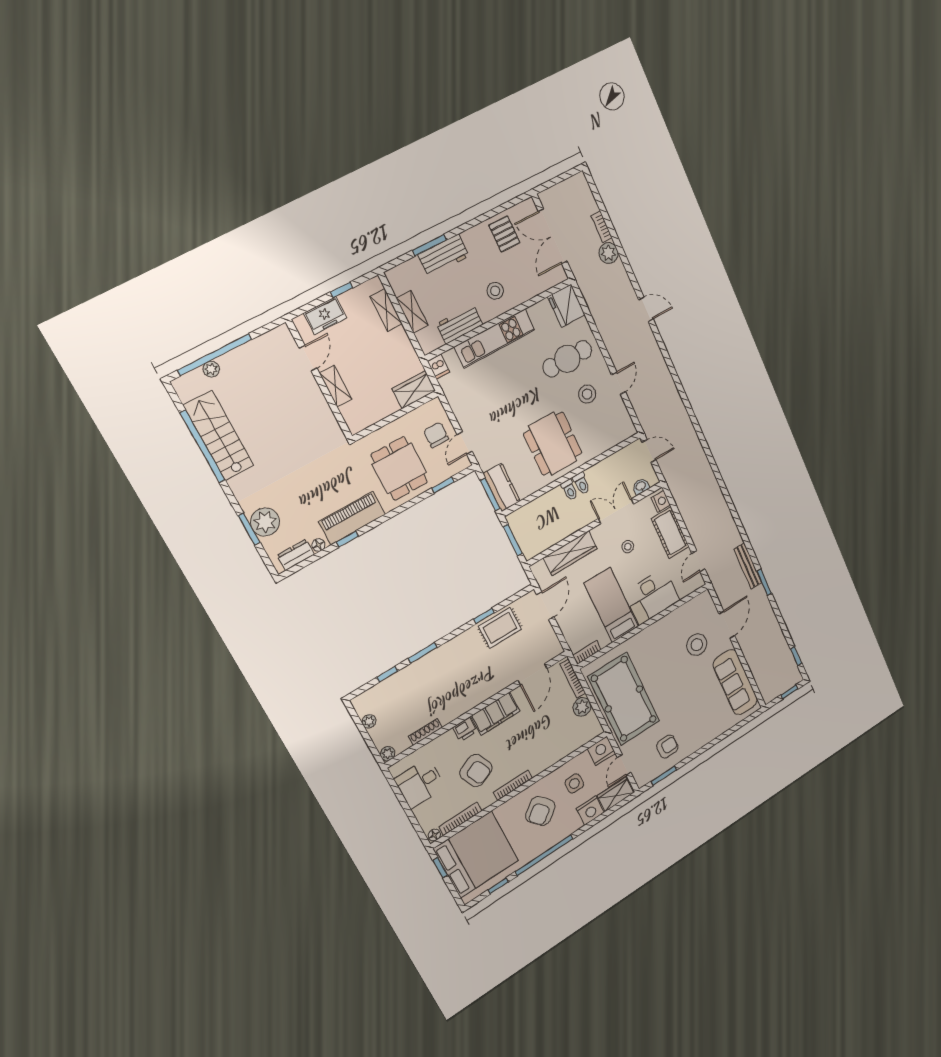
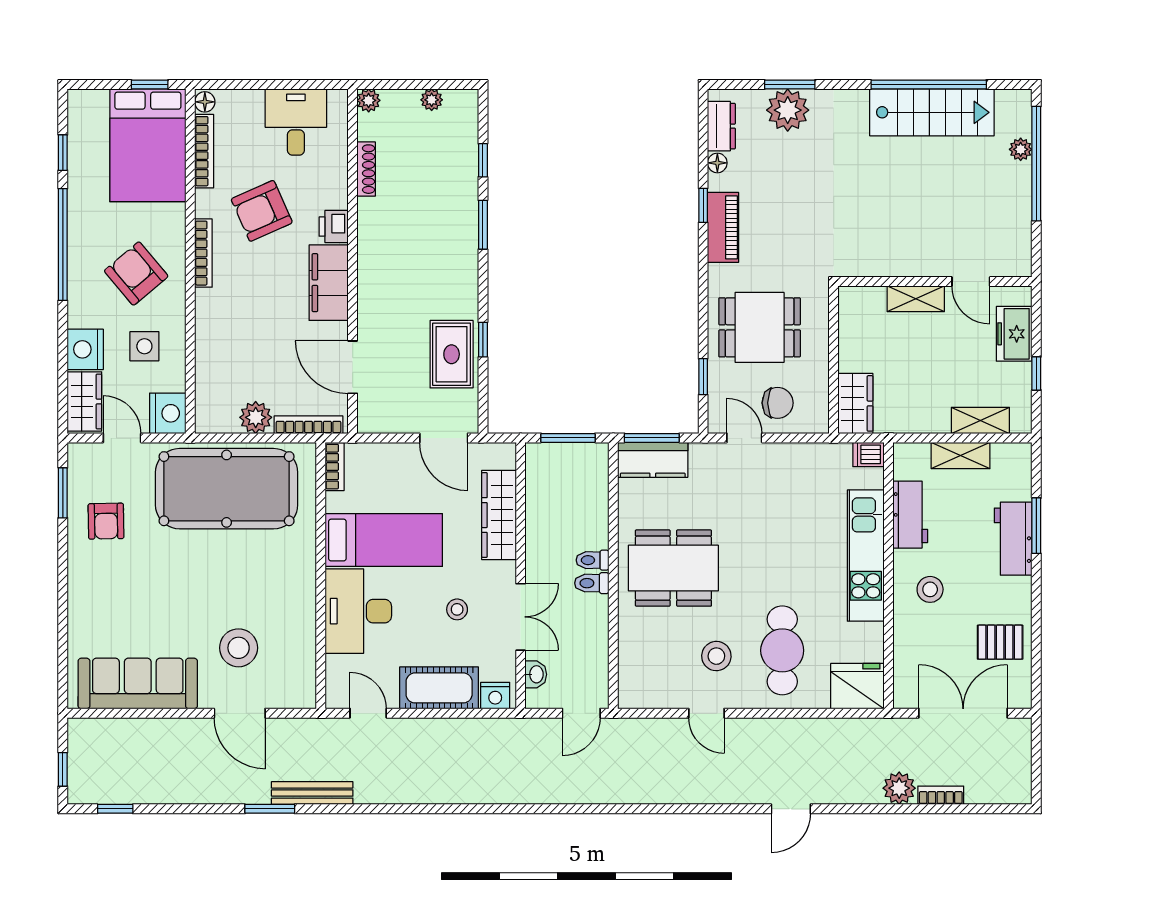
piano: (352, 518) -> (723, 227), width x0.73, depth x0.75
bed: (476, 855) -> (148, 145), width x0.73

